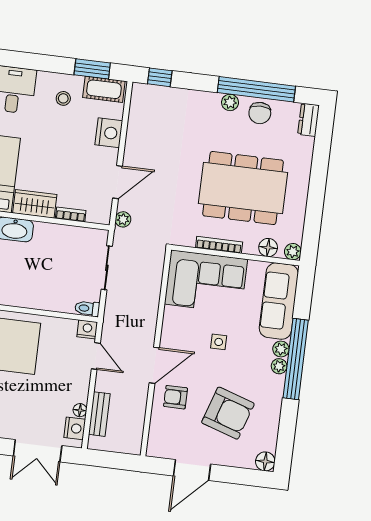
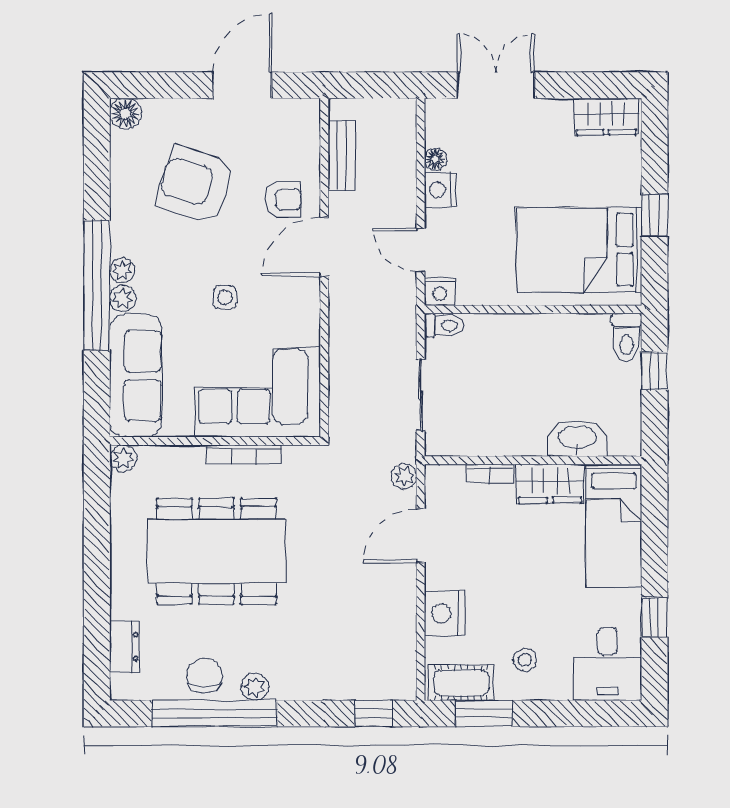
dresser: (309, 120) -> (124, 647), moved
floor lamp: (268, 248) -> (164, 460), removed
bench: (99, 414) -> (342, 155), moved
nightstand: (75, 428) -> (440, 190), moved

